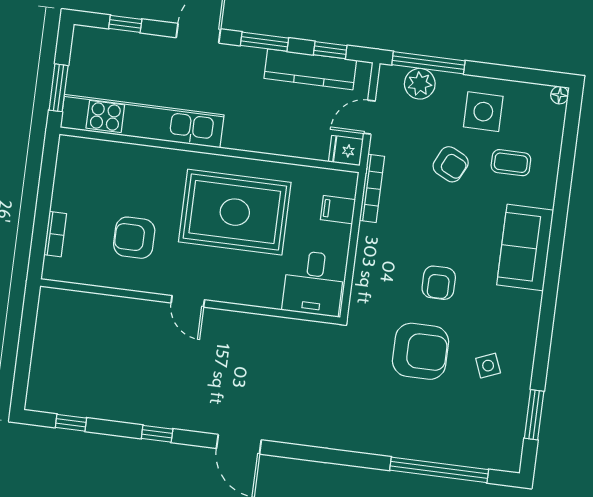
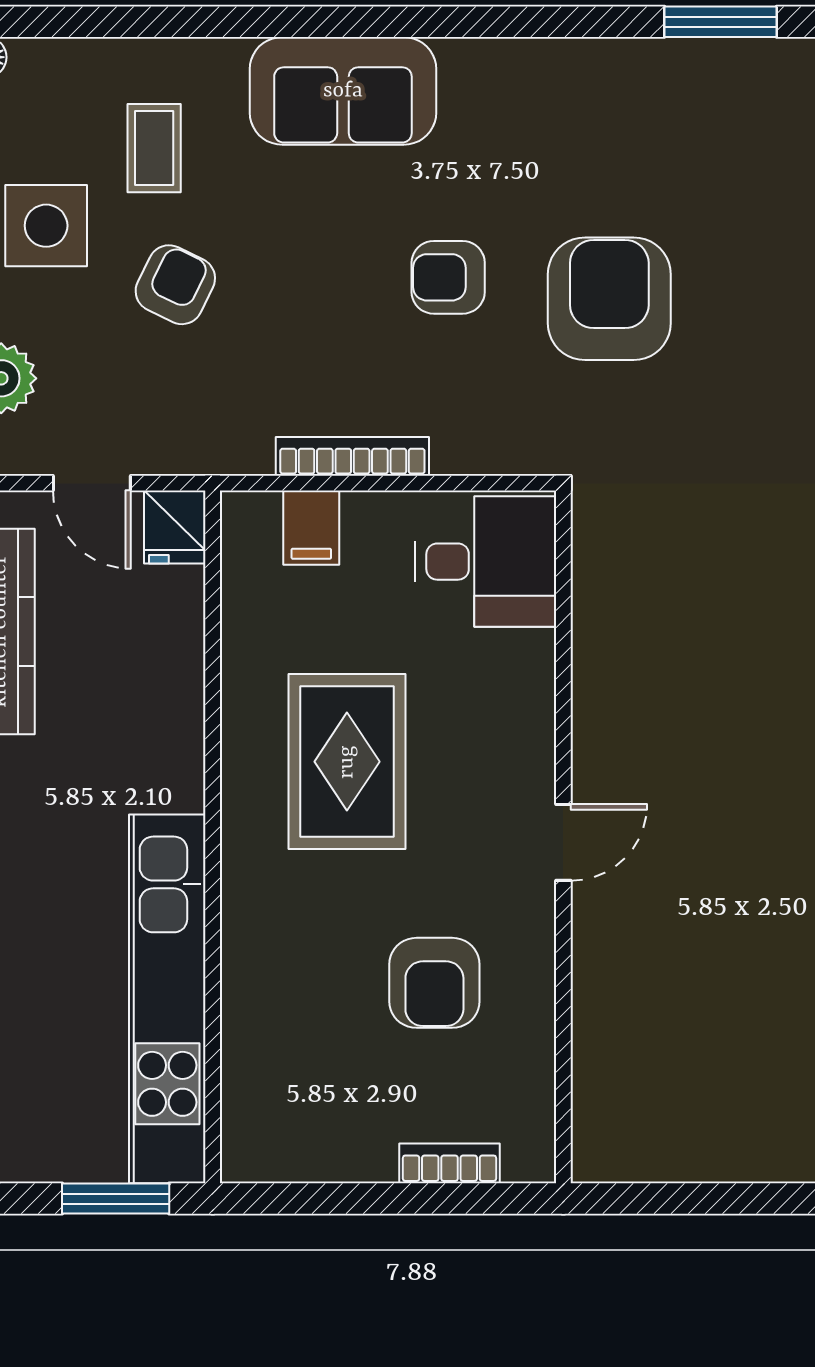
bookcase: (372, 188) -> (352, 456), moved
rug: (235, 212) -> (347, 762), width x0.73, depth x0.69
armchair: (439, 283) -> (448, 277), turned 180
side table: (488, 366) -> (622, 141), removed

